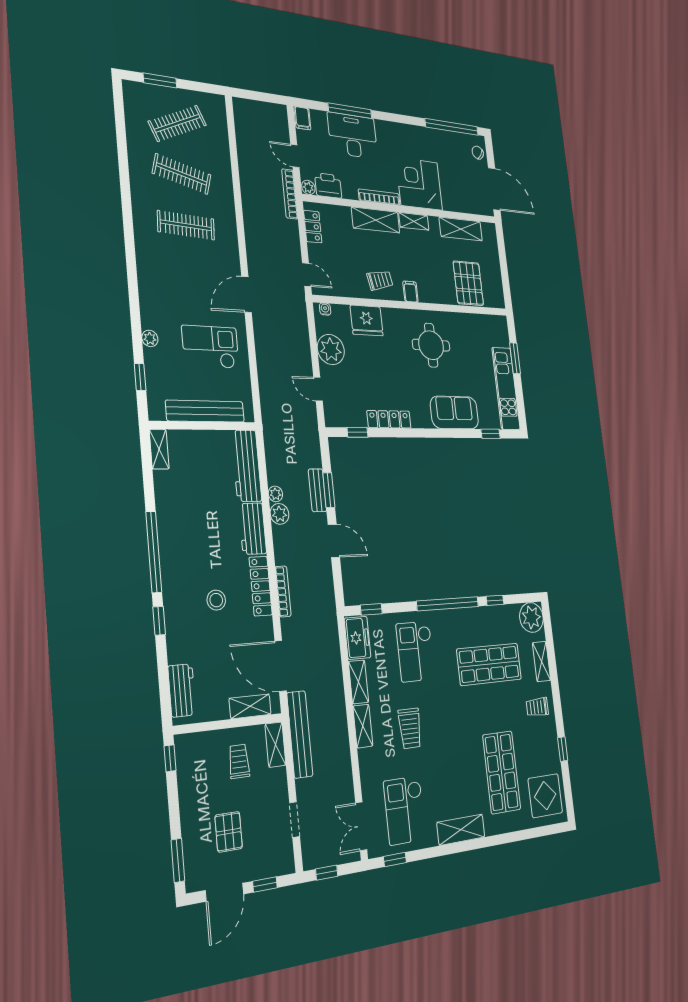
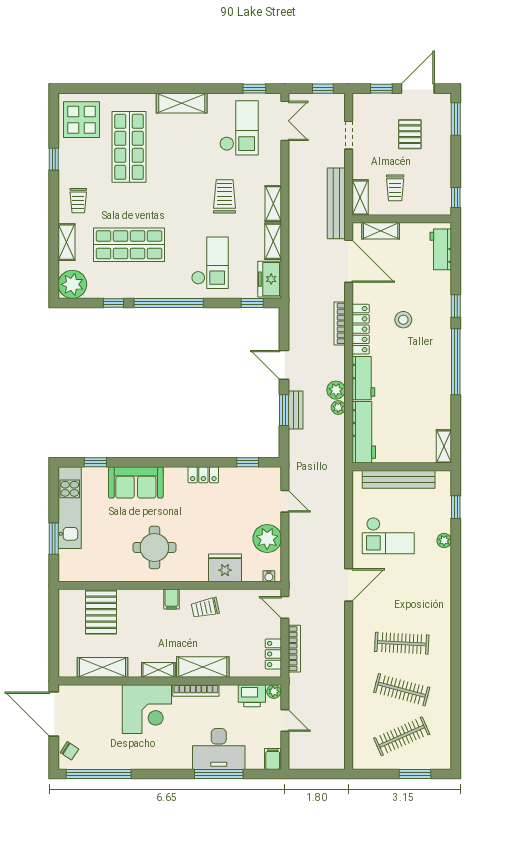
bookcase: (290, 194) -> (294, 649), moved
locker: (389, 419) -> (203, 475), width x0.66
trolley: (537, 707) -> (78, 201), turned 90

